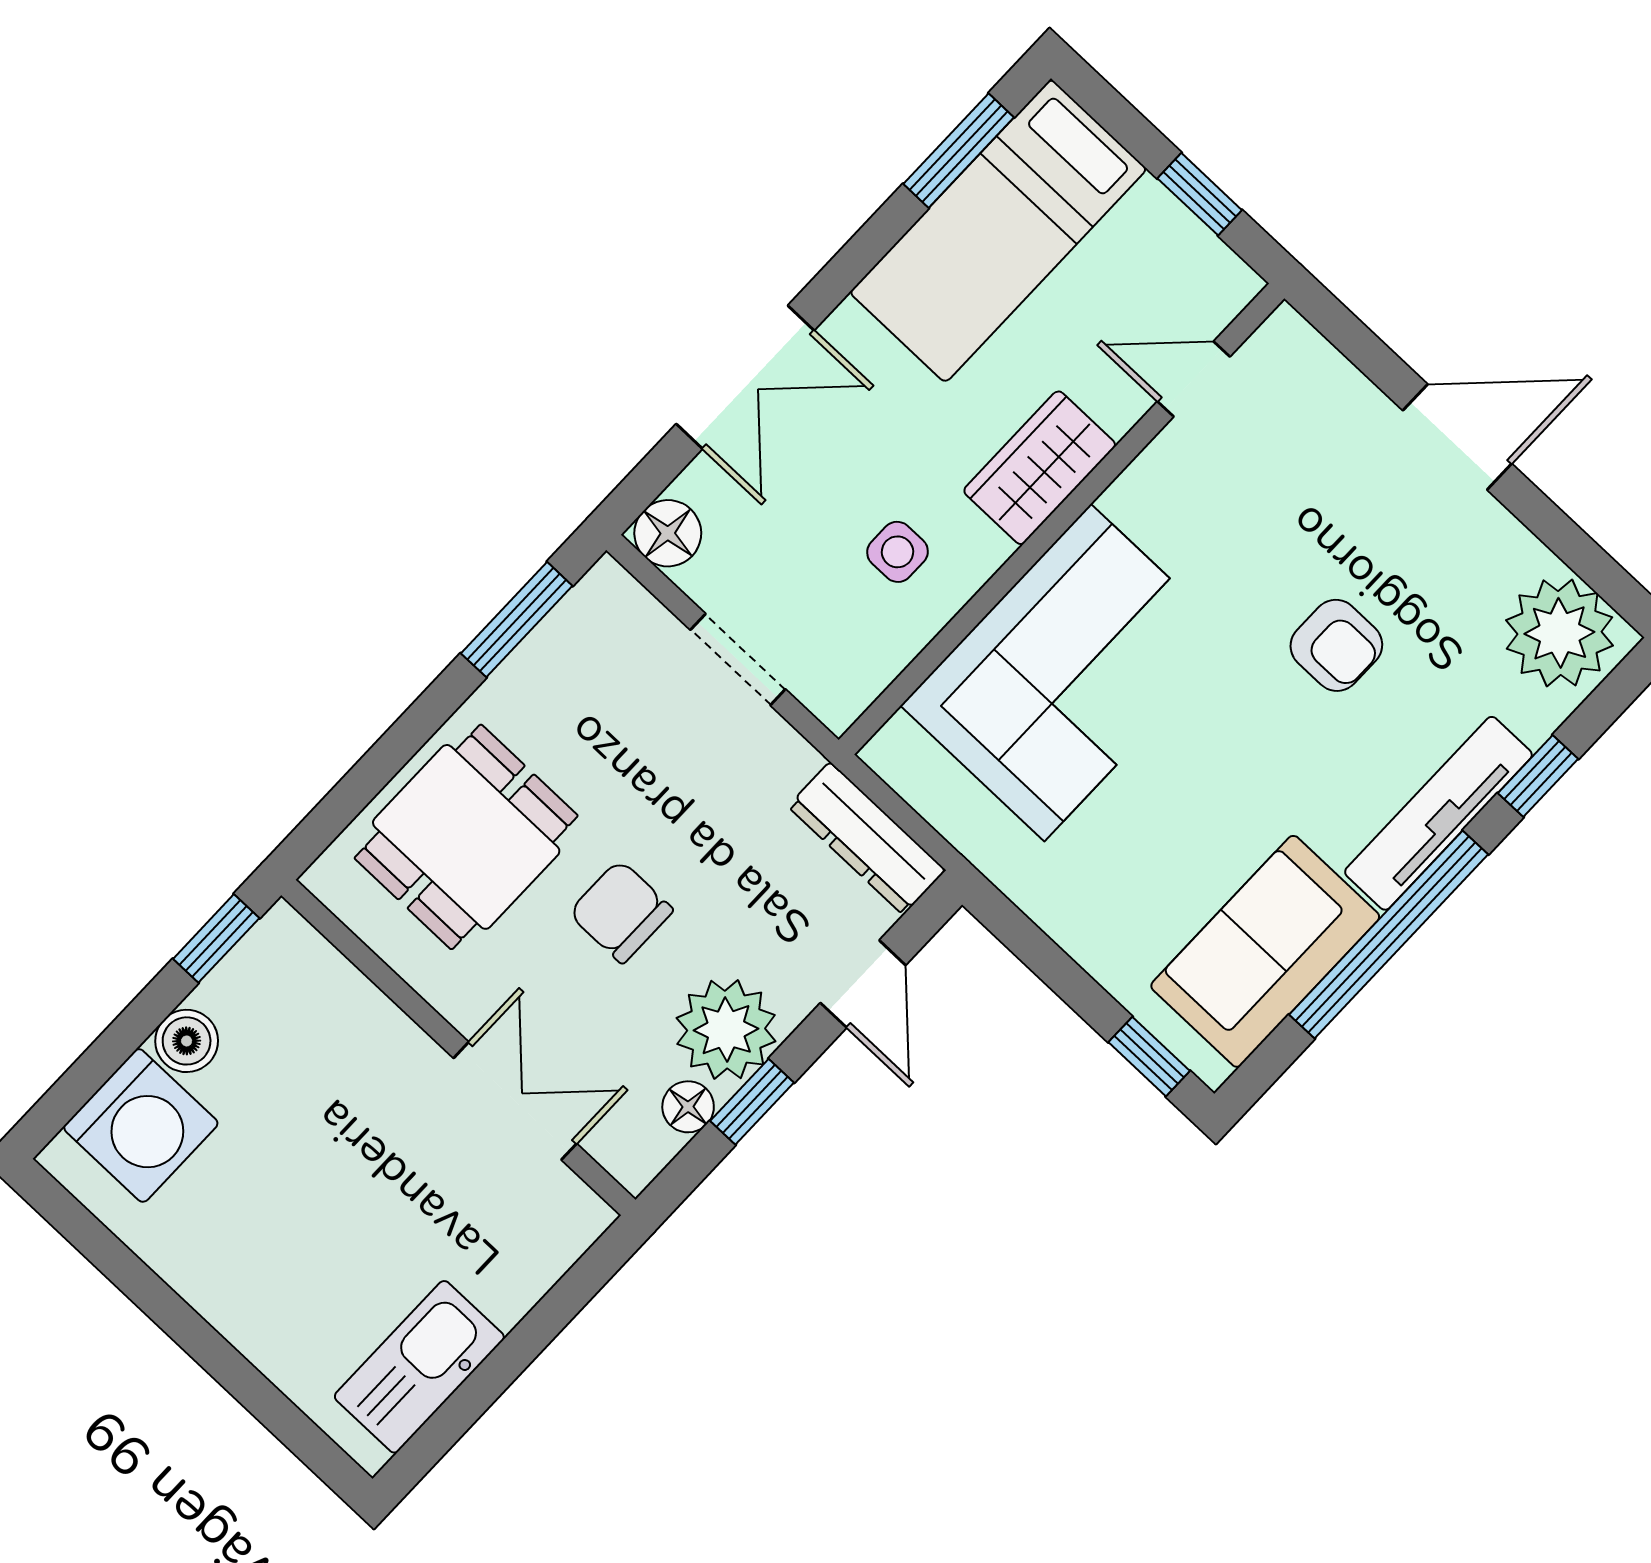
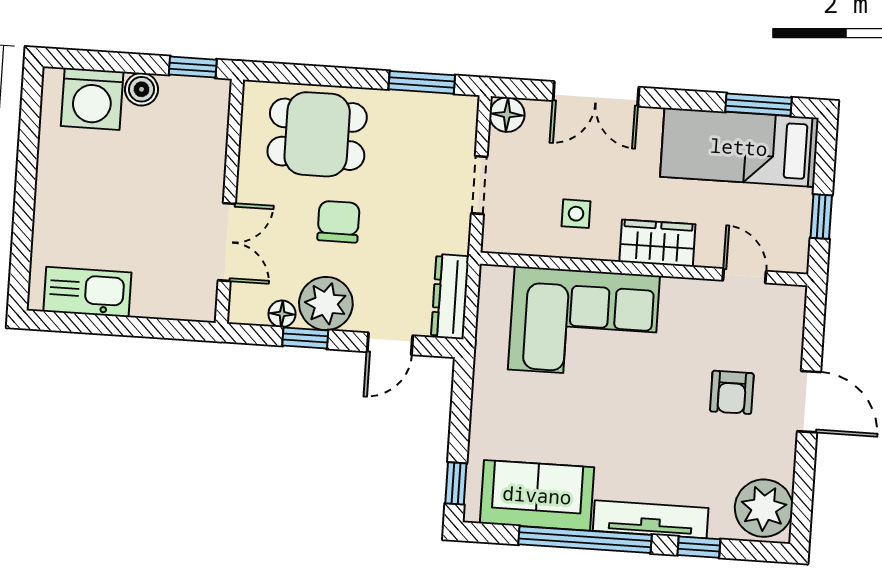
armchair: (1336, 645) -> (732, 392), moved

